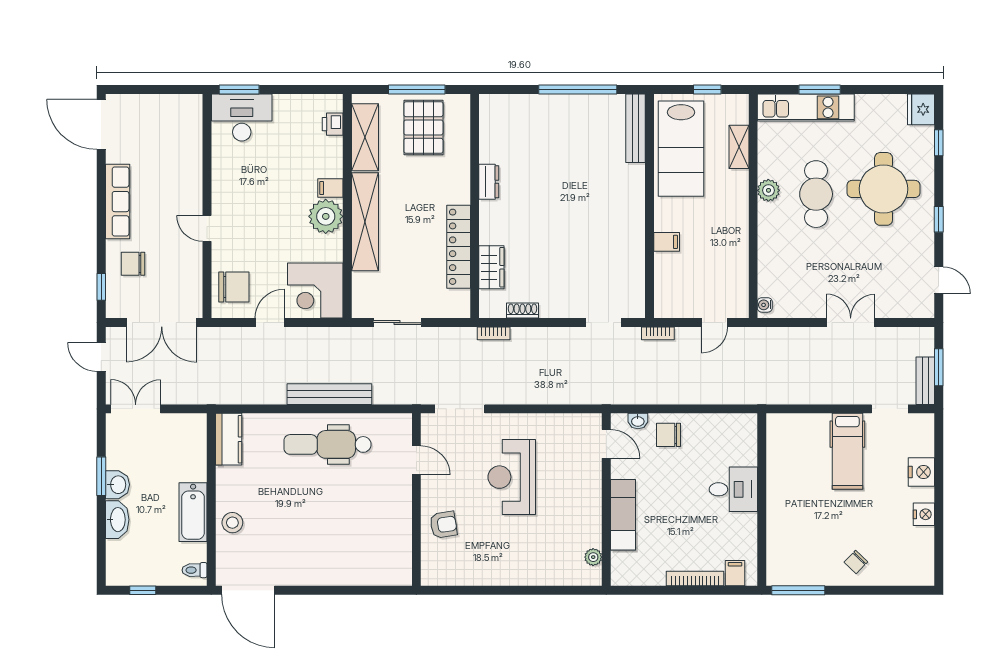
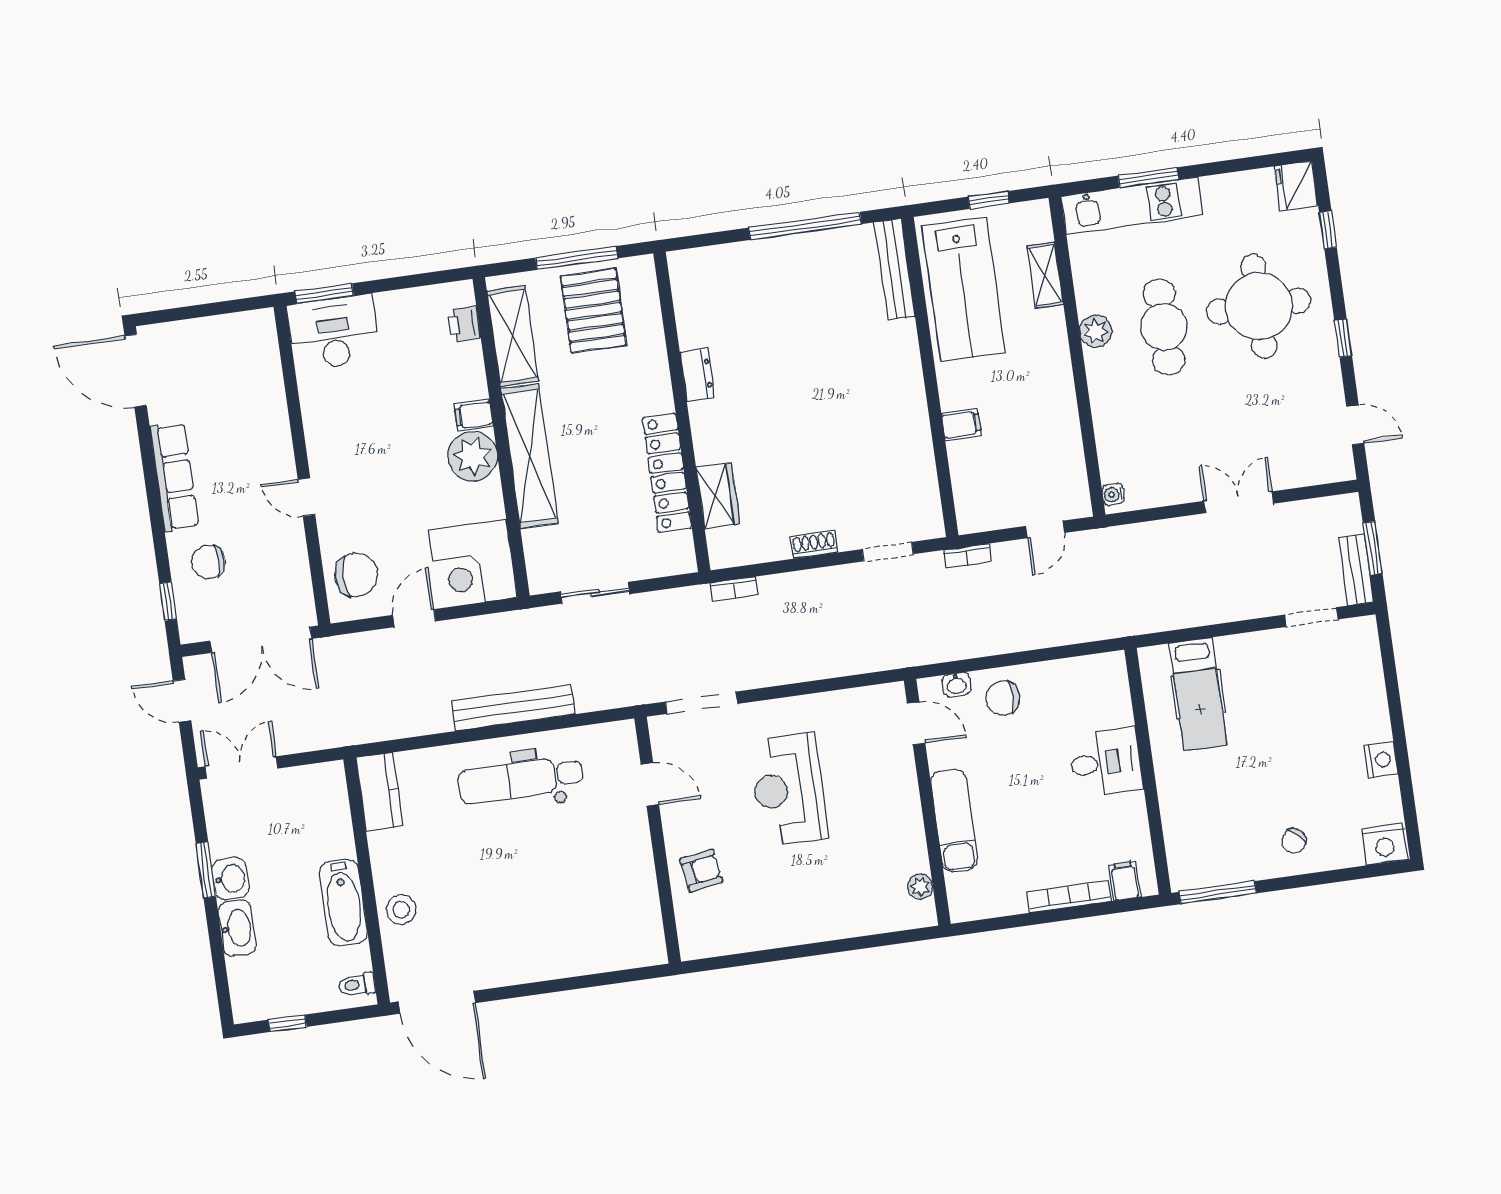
shoe rack: (522, 311) -> (814, 545), moved
hospital bed: (847, 451) -> (1198, 694), moved
nightstand: (921, 472) -> (1384, 844), moved, turned 90

